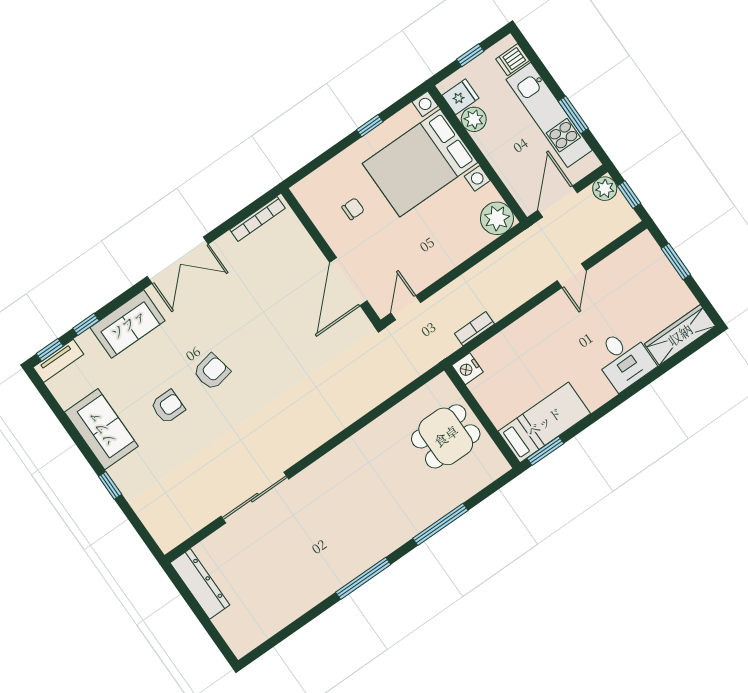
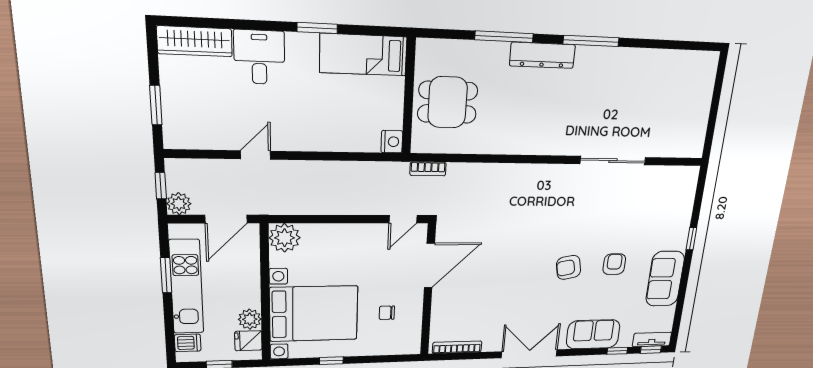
bookcase: (474, 329) -> (428, 169), moved
armchair: (168, 407) -> (614, 264), turned 90
window: (545, 451) -> (317, 28), moved
dresser: (200, 584) -> (542, 55), moved, turned -90

